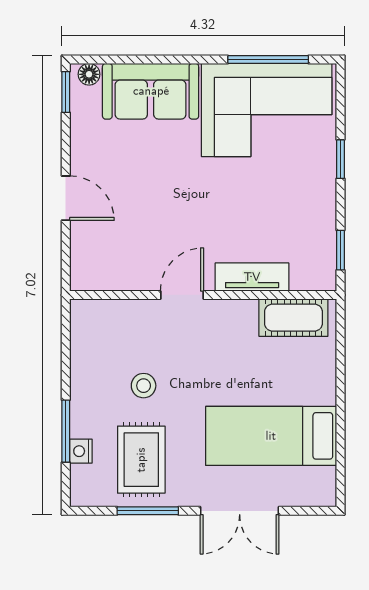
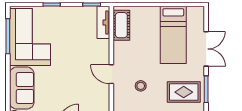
tv unit: (252, 277) -> (103, 22), moved
stool: (144, 386) -> (141, 86), moved

